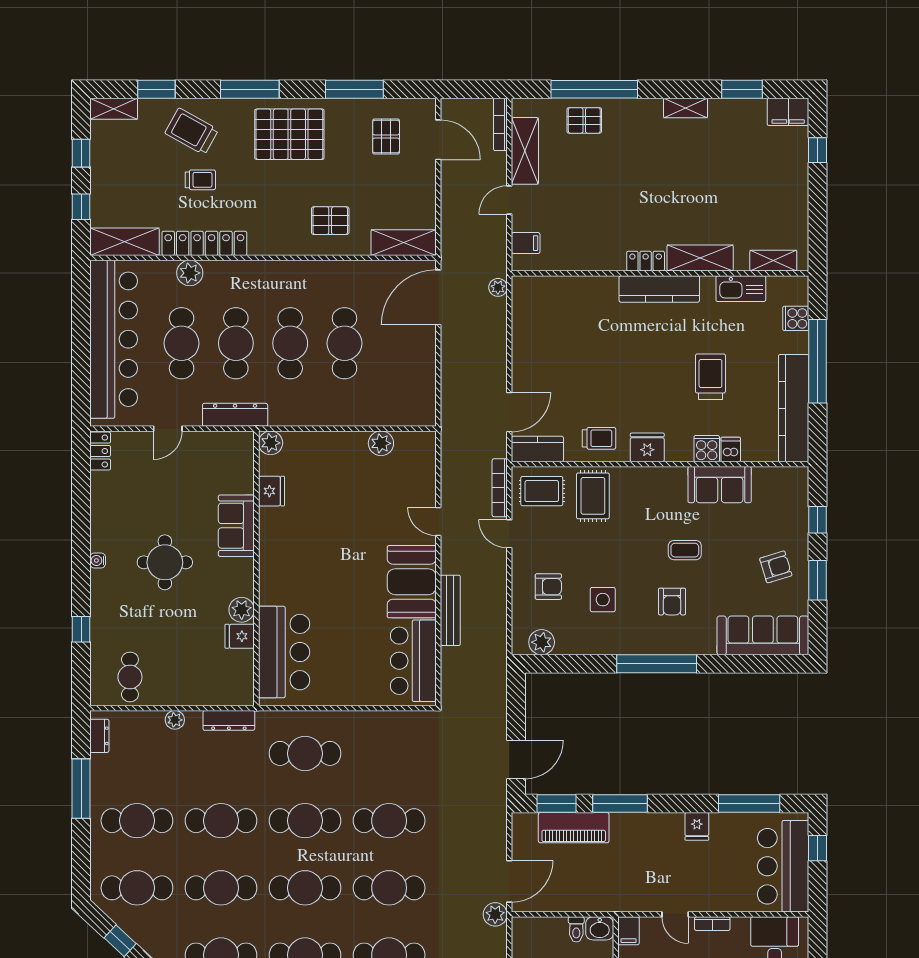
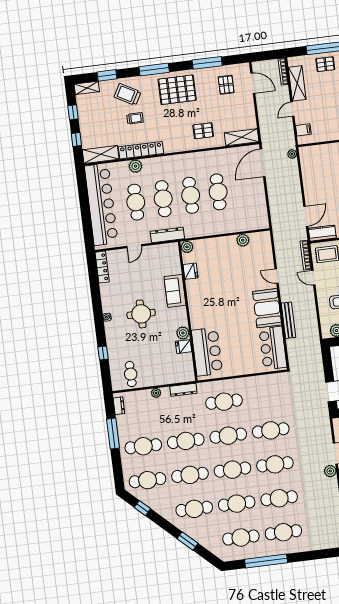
locker: (100, 451) -> (102, 267), width x1.53

